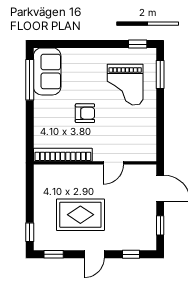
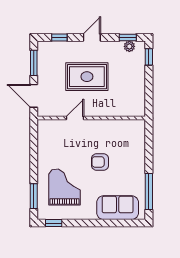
sofa: (47, 71) -> (118, 208), moved, turned 90
bookcase: (63, 155) -> (120, 125), removed
rug: (80, 215) -> (87, 77), moved
window: (160, 225) -> (34, 63), width x1.50
plant: (52, 244) -> (129, 46), added

